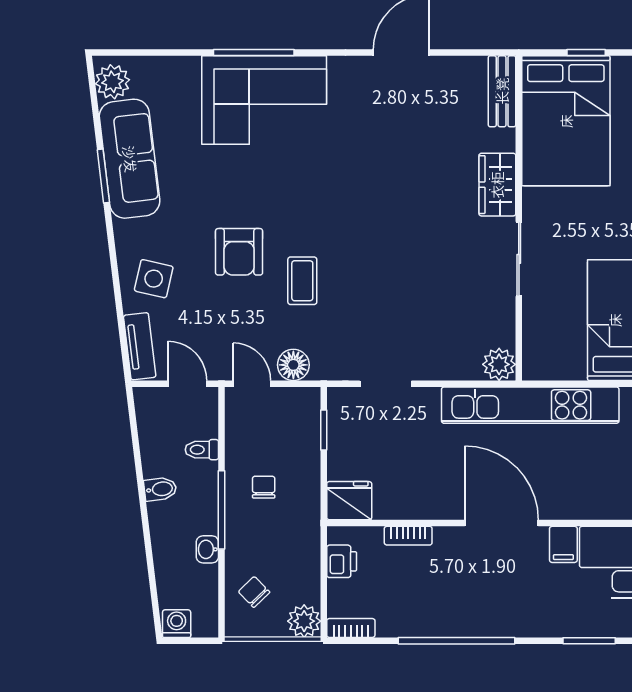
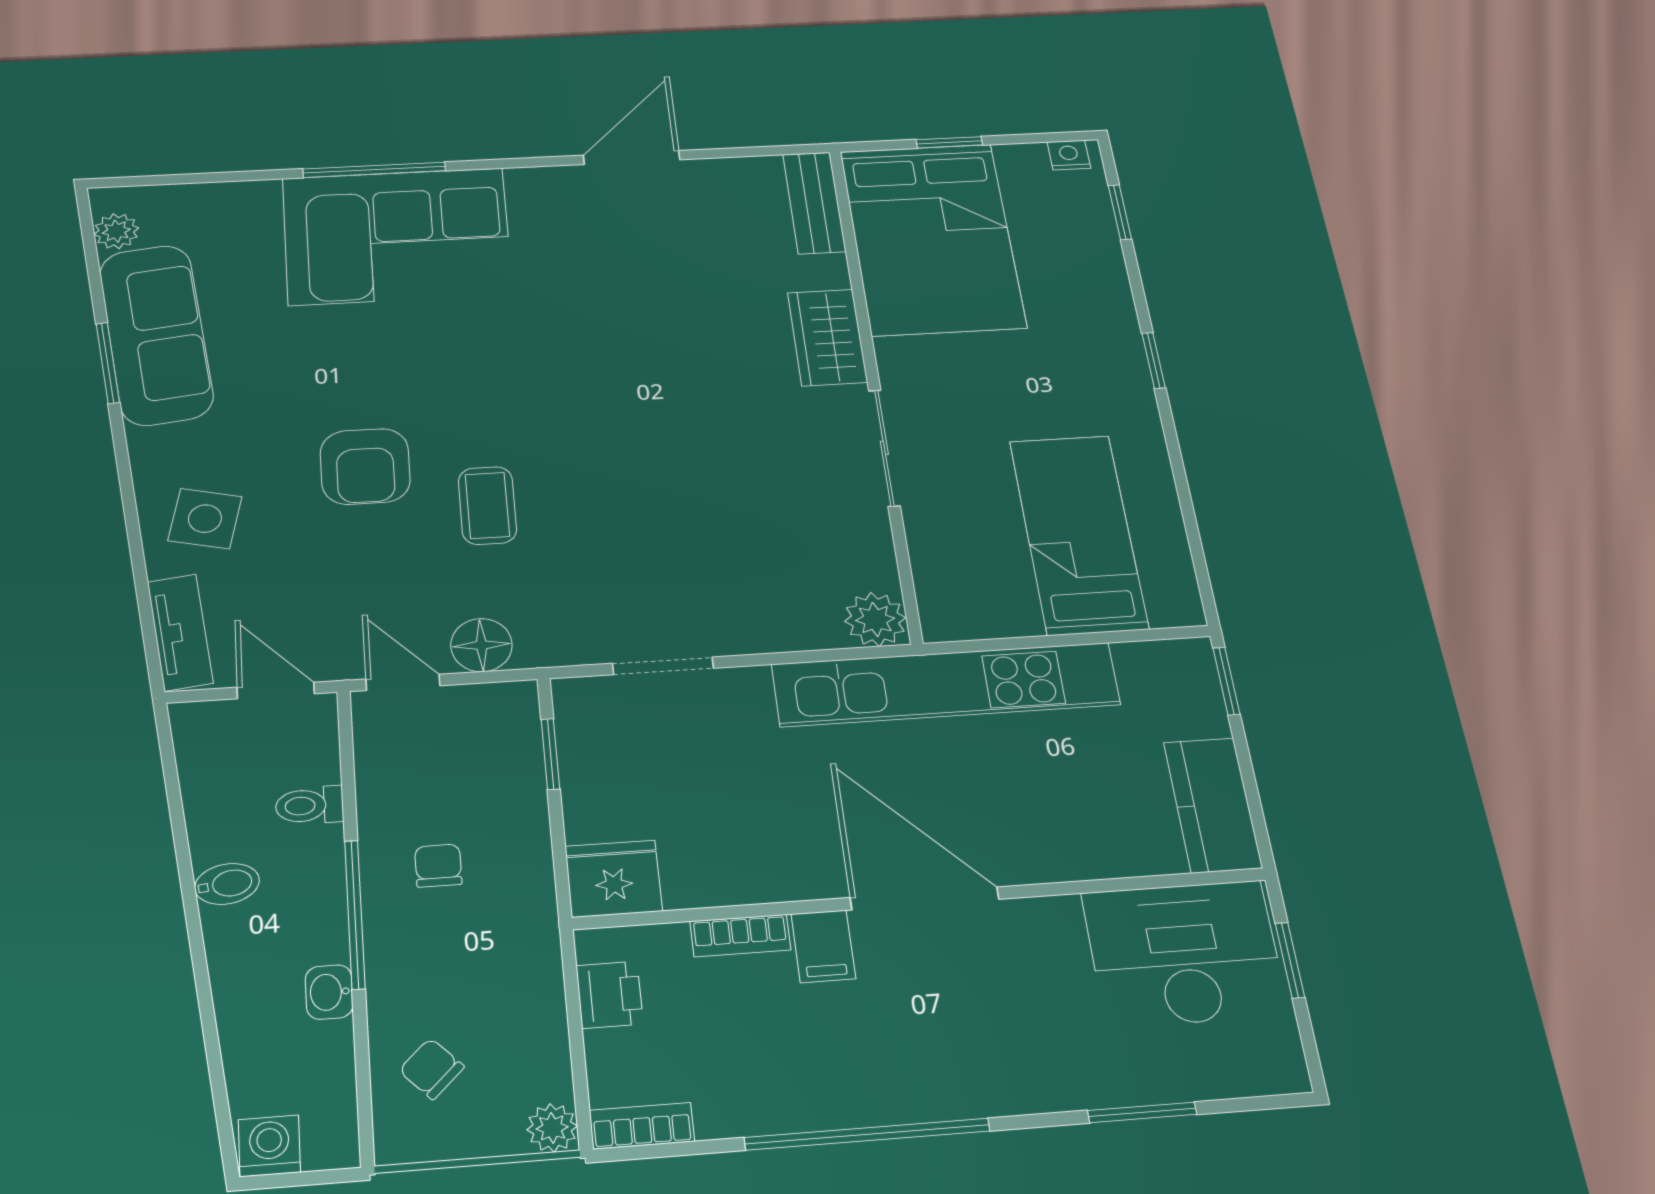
plant: (112, 82) -> (116, 231), width x0.73, depth x0.73
filing cabinet: (563, 544) -> (823, 946), moved
plant: (304, 621) -> (552, 1128), width x0.73, depth x0.73

